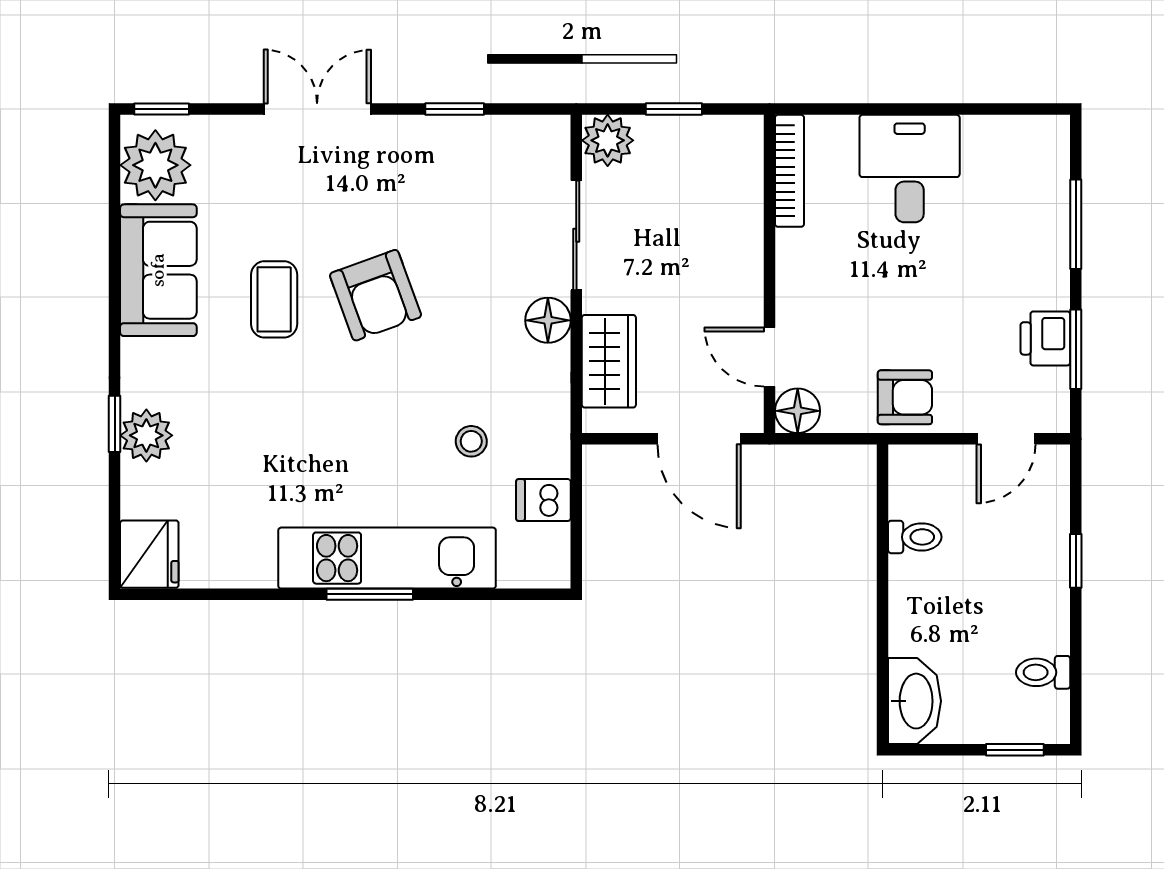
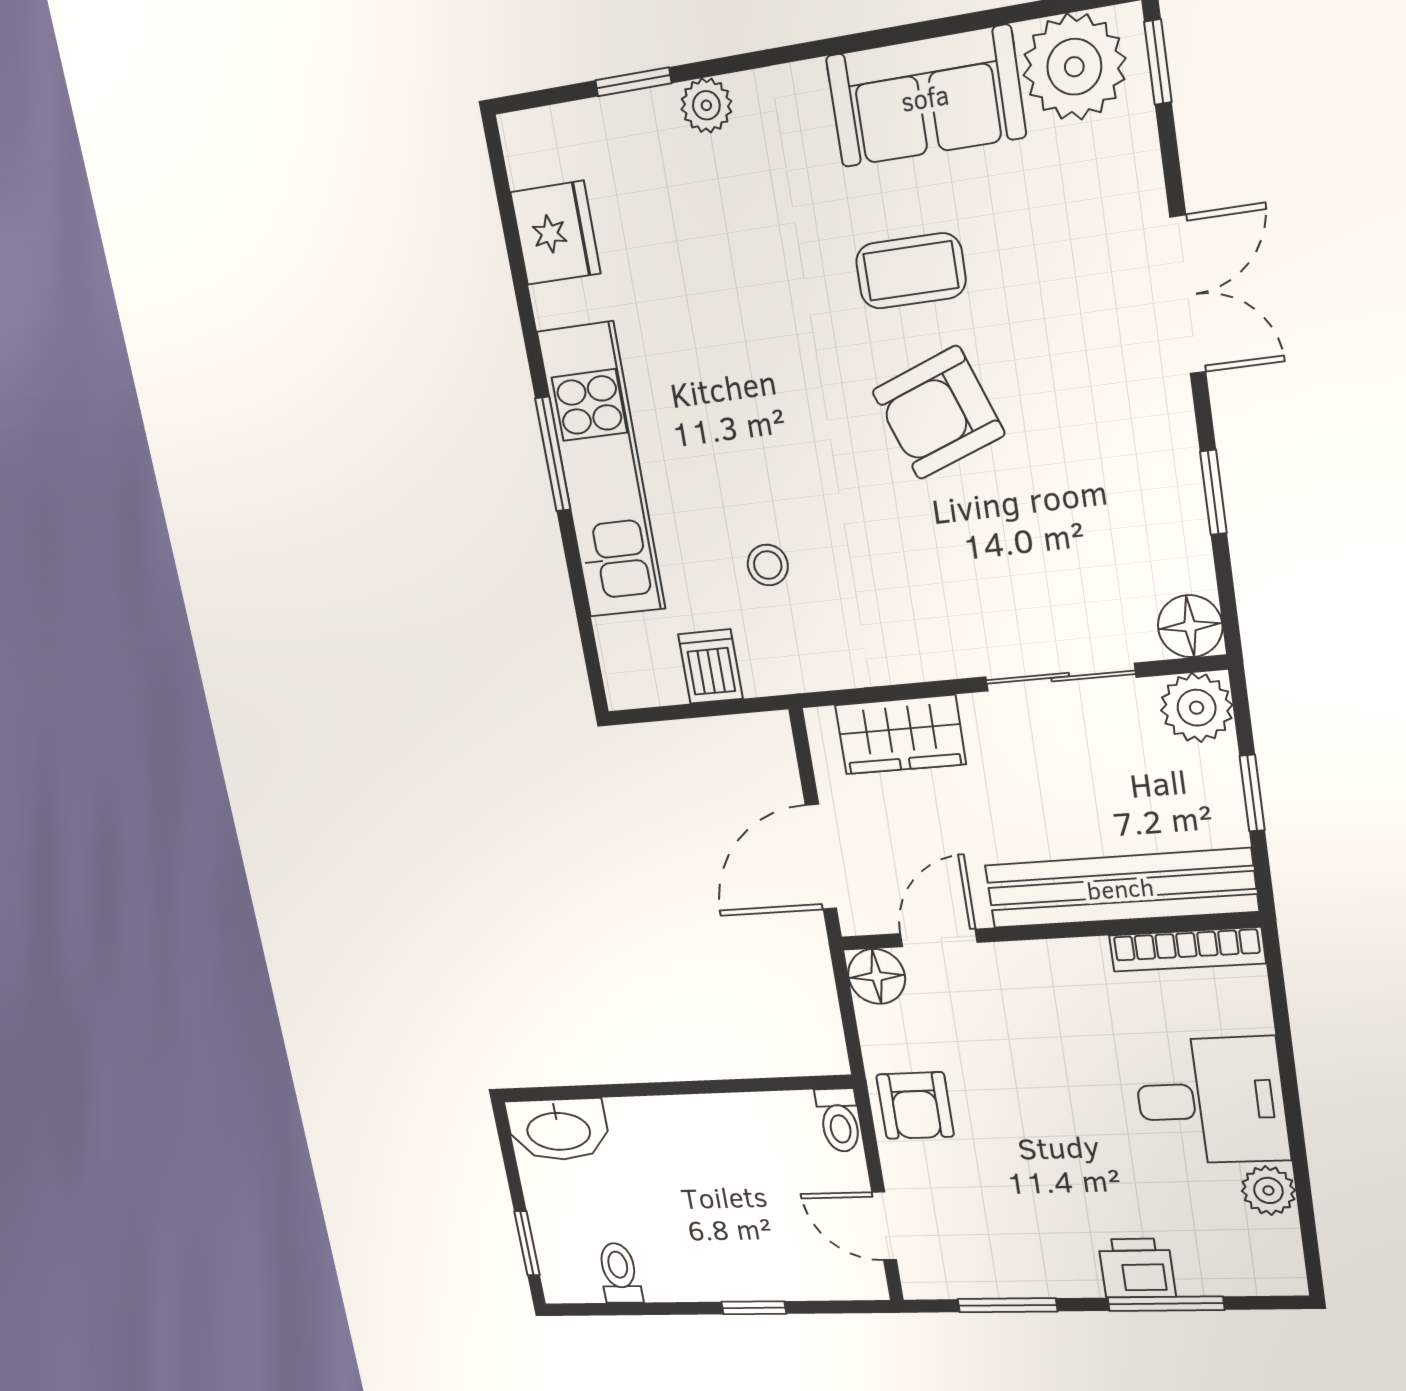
plant: (983, 135) -> (1268, 1190), added
bench: (739, 214) -> (1120, 888), added
floor lamp: (548, 320) -> (1190, 626), moved
printer: (1045, 338) -> (1137, 1268), moved
window: (115, 424) -> (633, 82), moved
plant: (146, 435) -> (706, 105), width x0.73, depth x0.73
toilet: (915, 537) -> (839, 1120), moved
fridge: (149, 554) -> (555, 233), moved, turned -90

